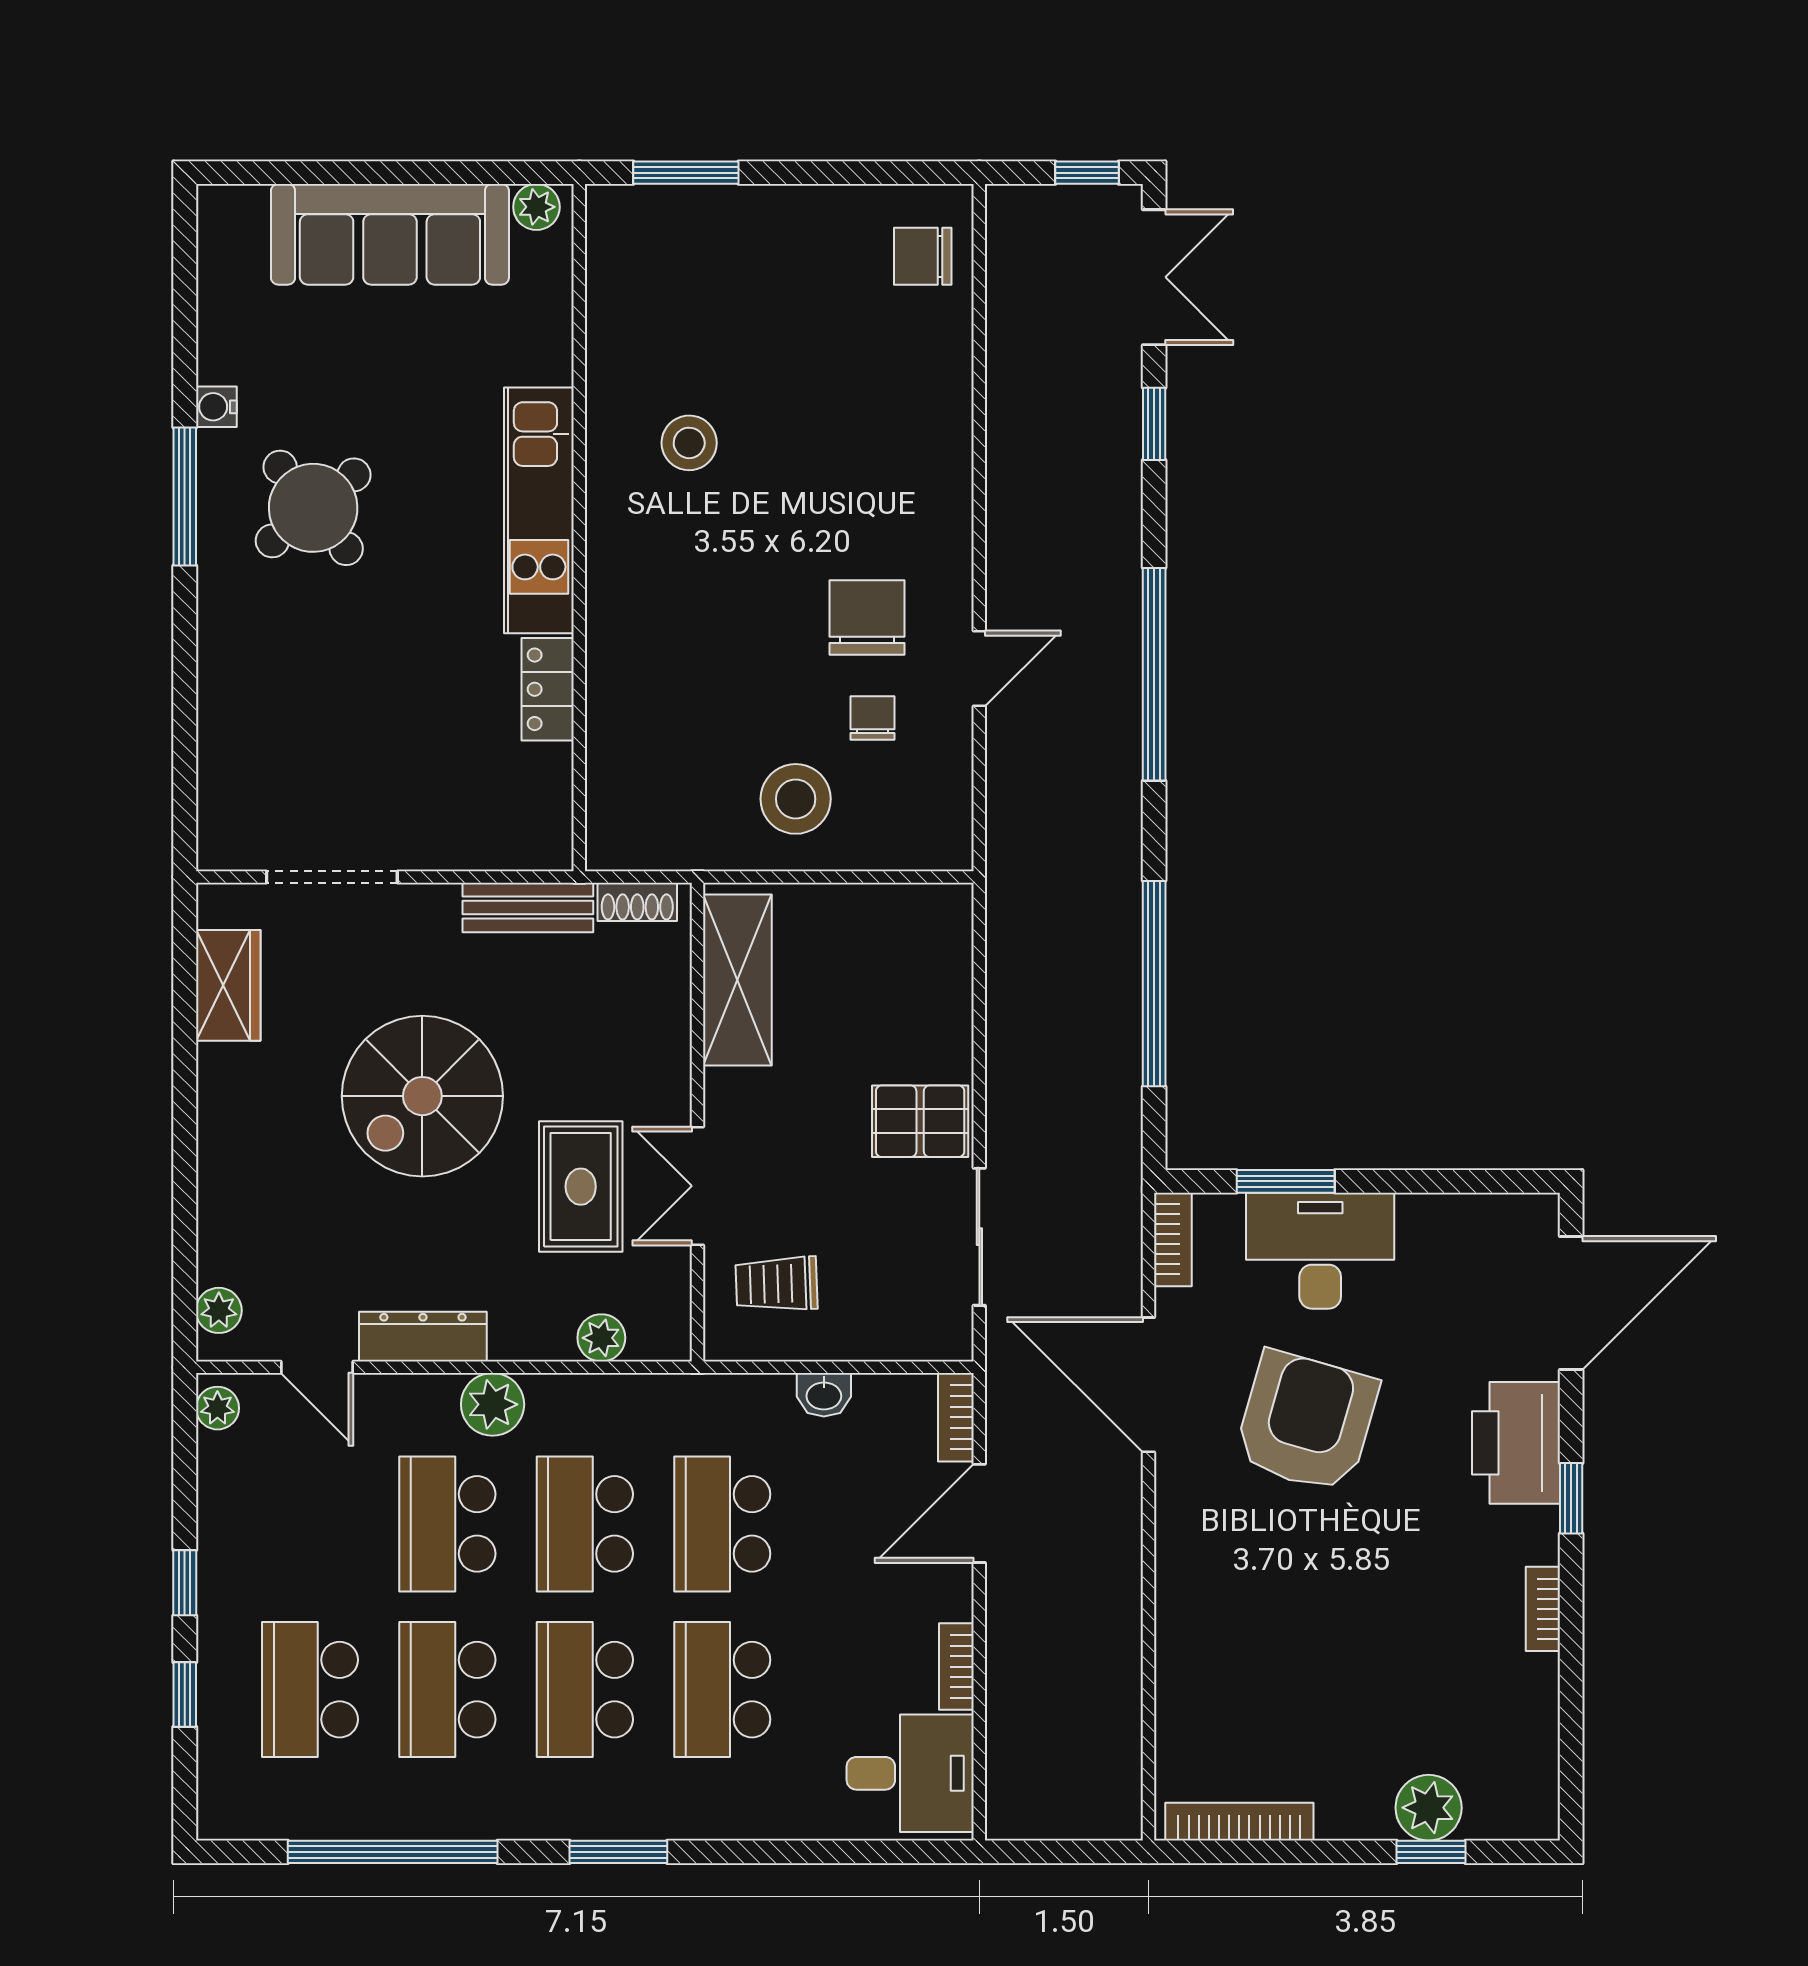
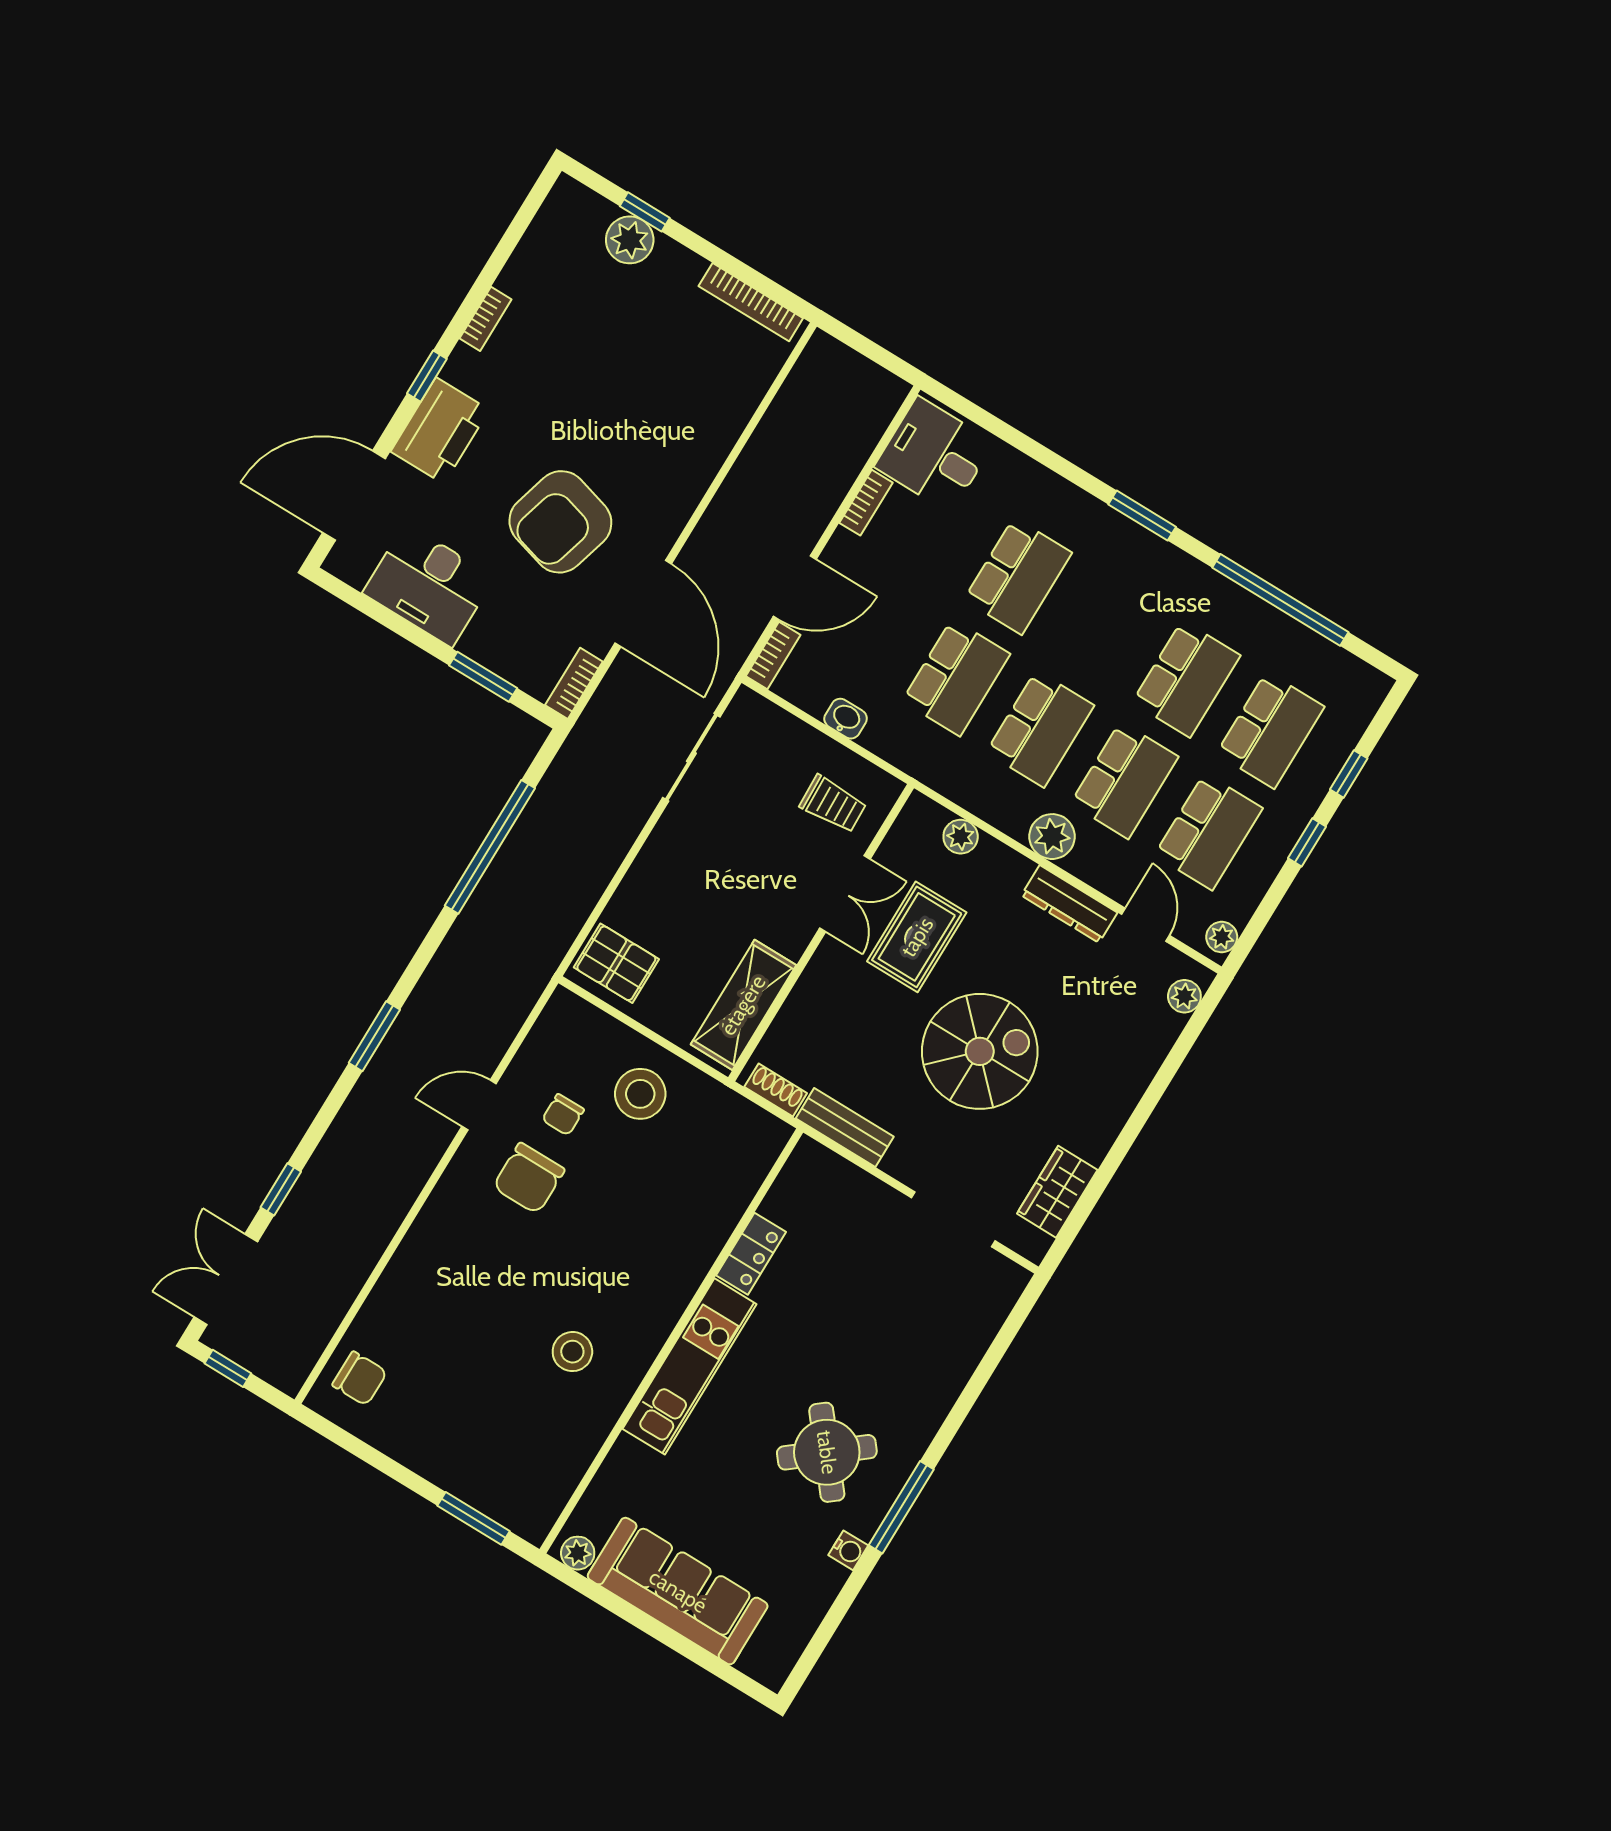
window: (1154, 674) -> (374, 1036), width x0.47
pallet: (920, 1121) -> (616, 963), moved
desk: (1320, 1251) -> (429, 585), moved
school desk: (585, 1690) -> (1208, 832), moved

